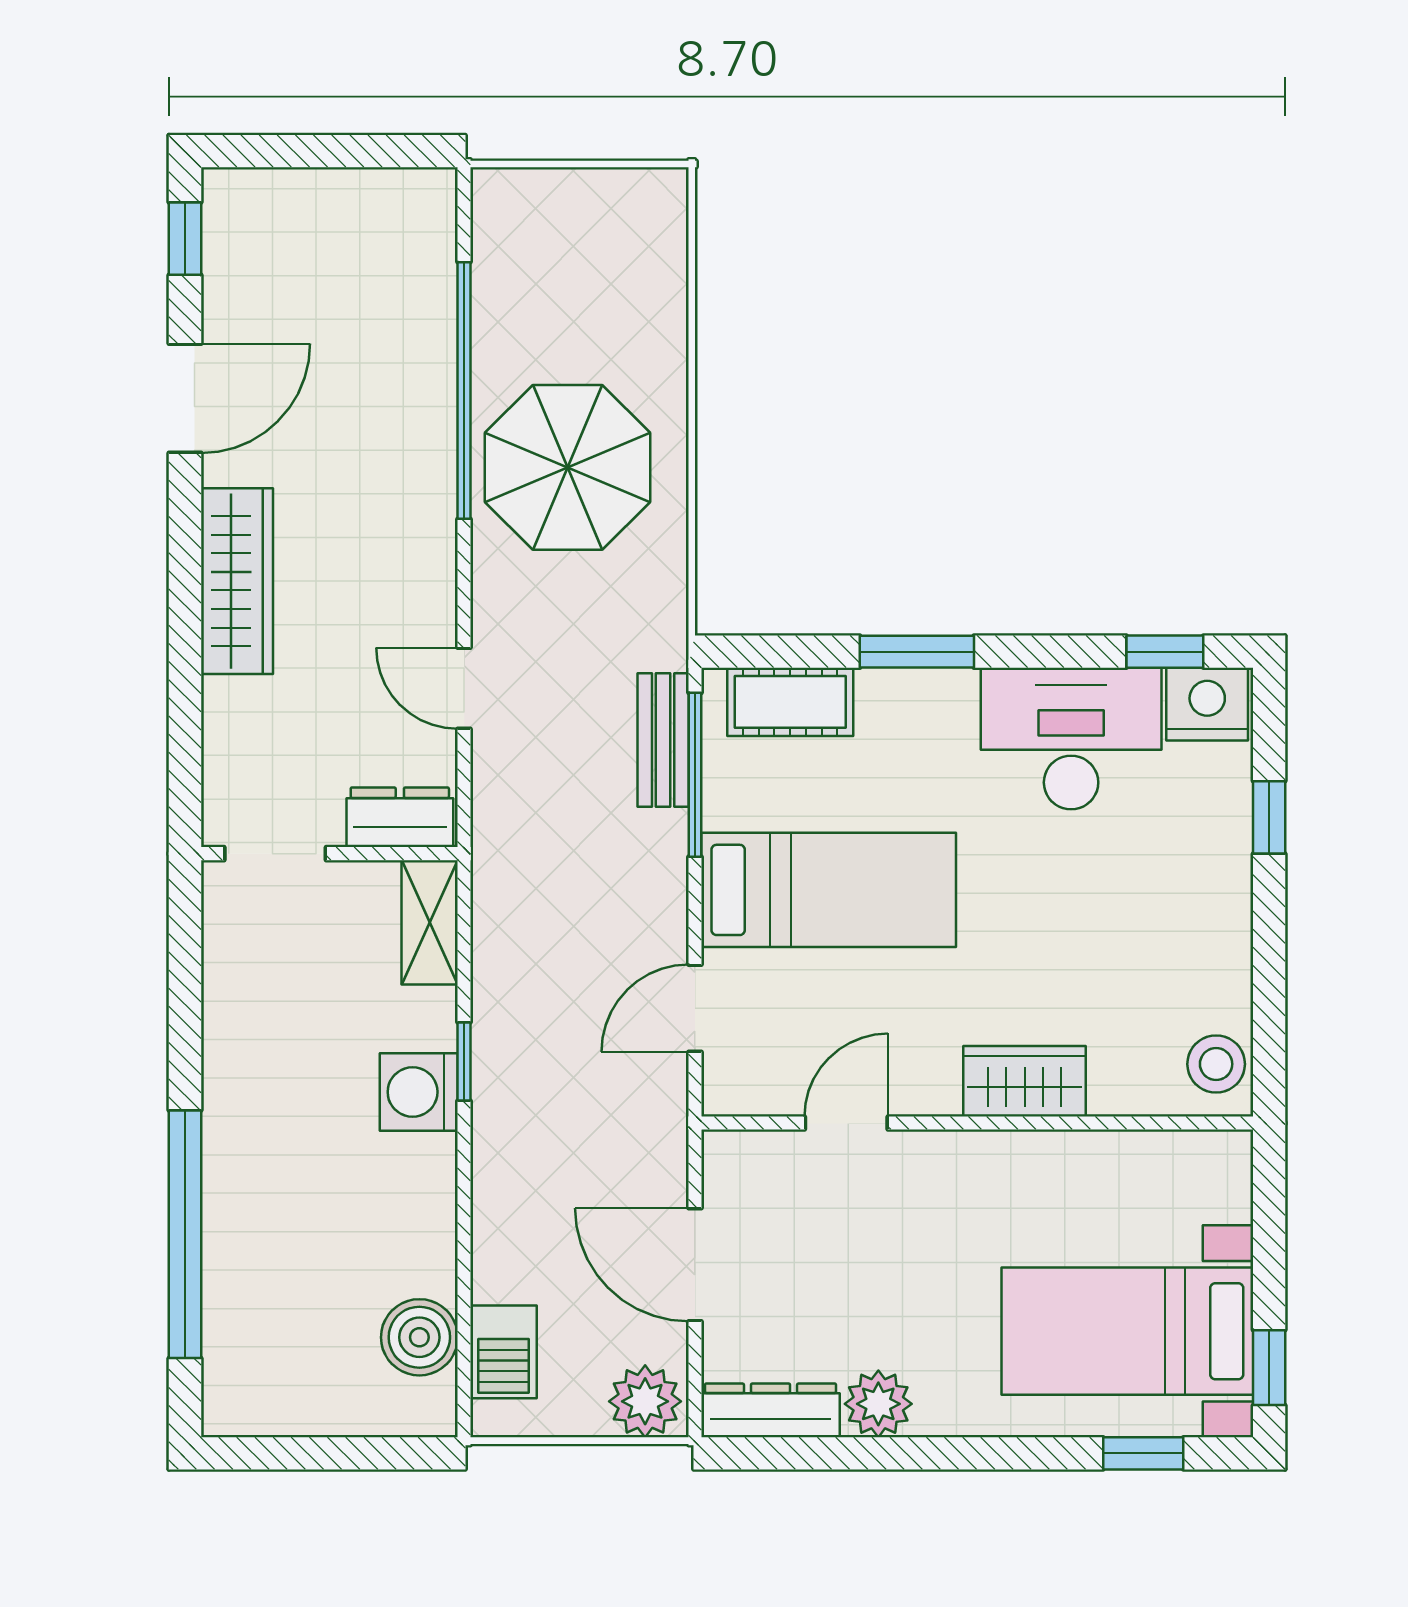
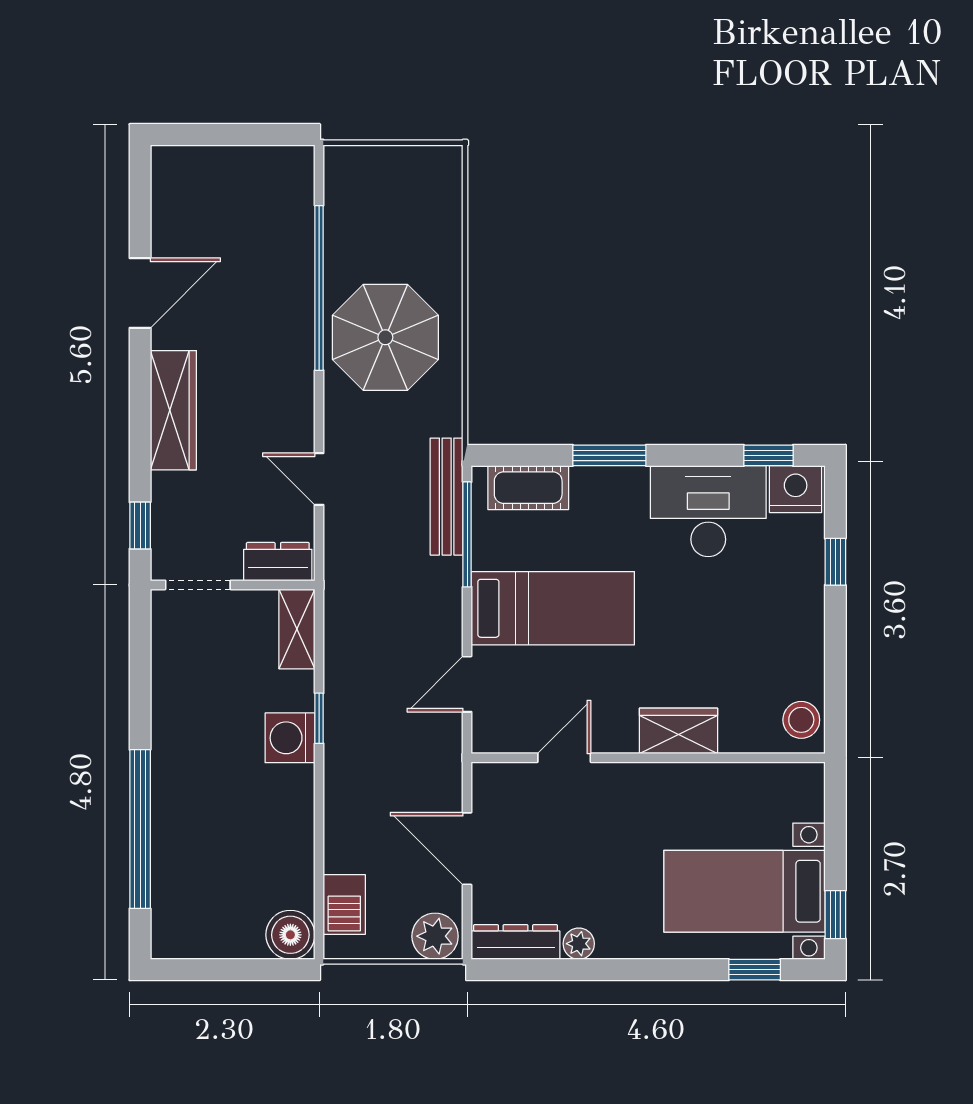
window: (185, 239) -> (140, 526), moved
bench: (663, 740) -> (447, 497), width x1.36
boiler: (419, 1337) -> (290, 935), moved
plant: (878, 1404) -> (579, 944), width x0.73, depth x0.73

